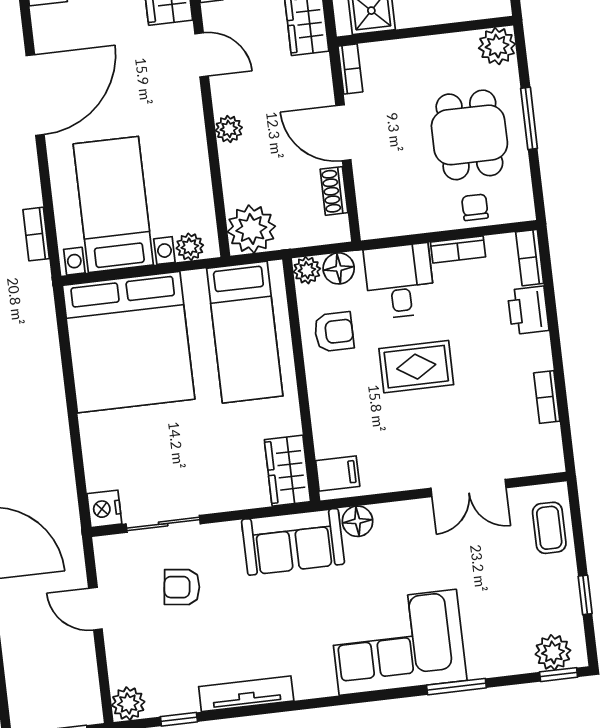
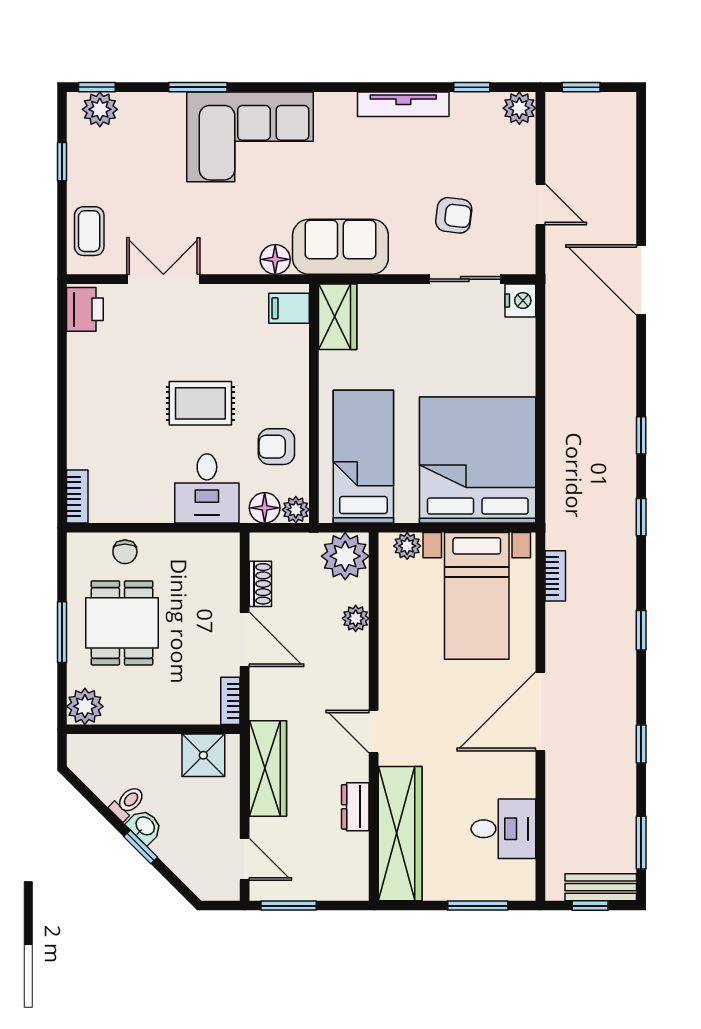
plant: (229, 129) -> (356, 618), moved
bookcase: (458, 249) -> (146, 513), removed
printer: (528, 310) -> (85, 309), moved
bookcase: (547, 397) -> (77, 359), removed

